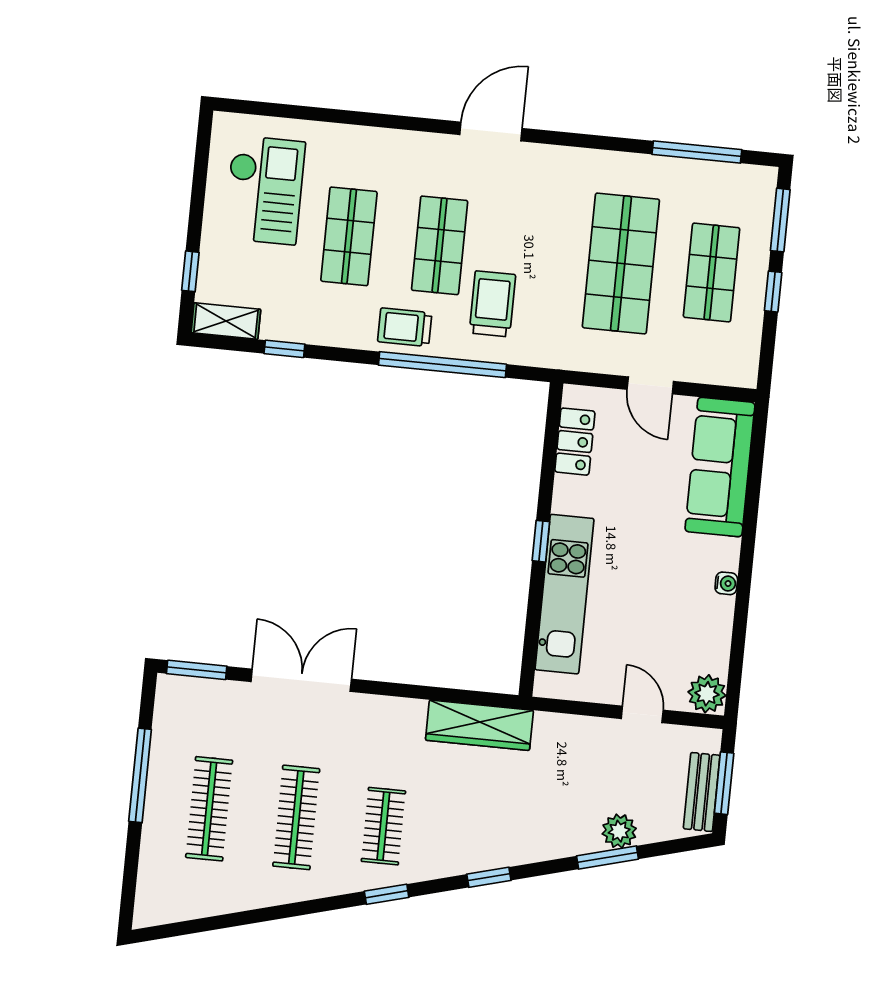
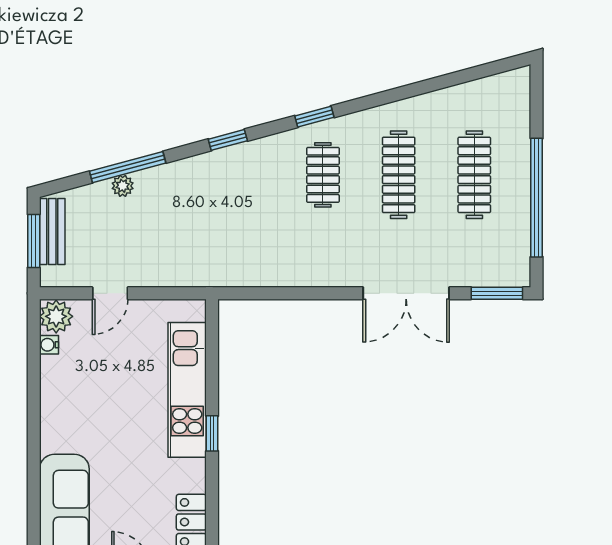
water cooler: (726, 583) -> (49, 345), moved
door: (642, 714) -> (110, 293), hinge flipped
wardrobe: (479, 725) -> (249, 270), removed
window: (140, 775) -> (537, 198), width x1.46
plant: (619, 831) -> (123, 186), width x0.73, depth x0.73
window: (607, 857) -> (128, 167), width x1.44

